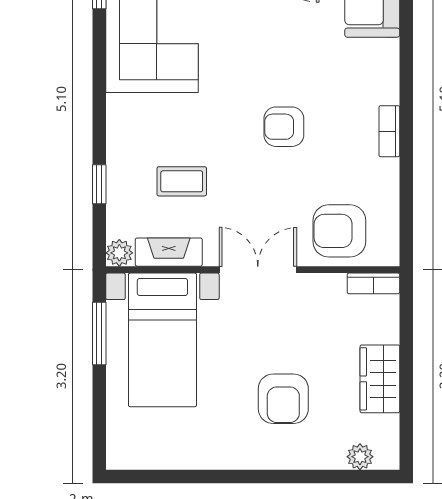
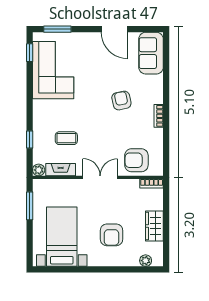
armchair: (284, 127) -> (121, 101), moved, turned 78
bed with nightstands: (162, 340) -> (62, 237), moved, turned 180

